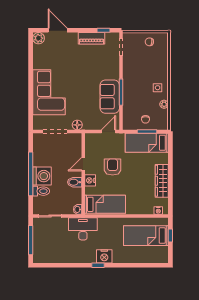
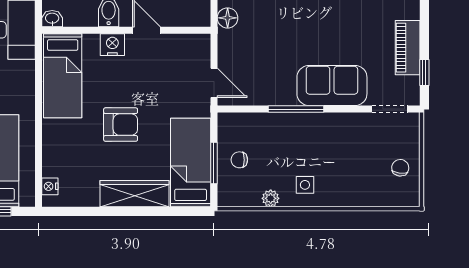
sofa: (110, 97) -> (332, 85), moved
armchair: (113, 167) -> (121, 125), moved
wardrobe: (162, 181) -> (134, 194), moved

